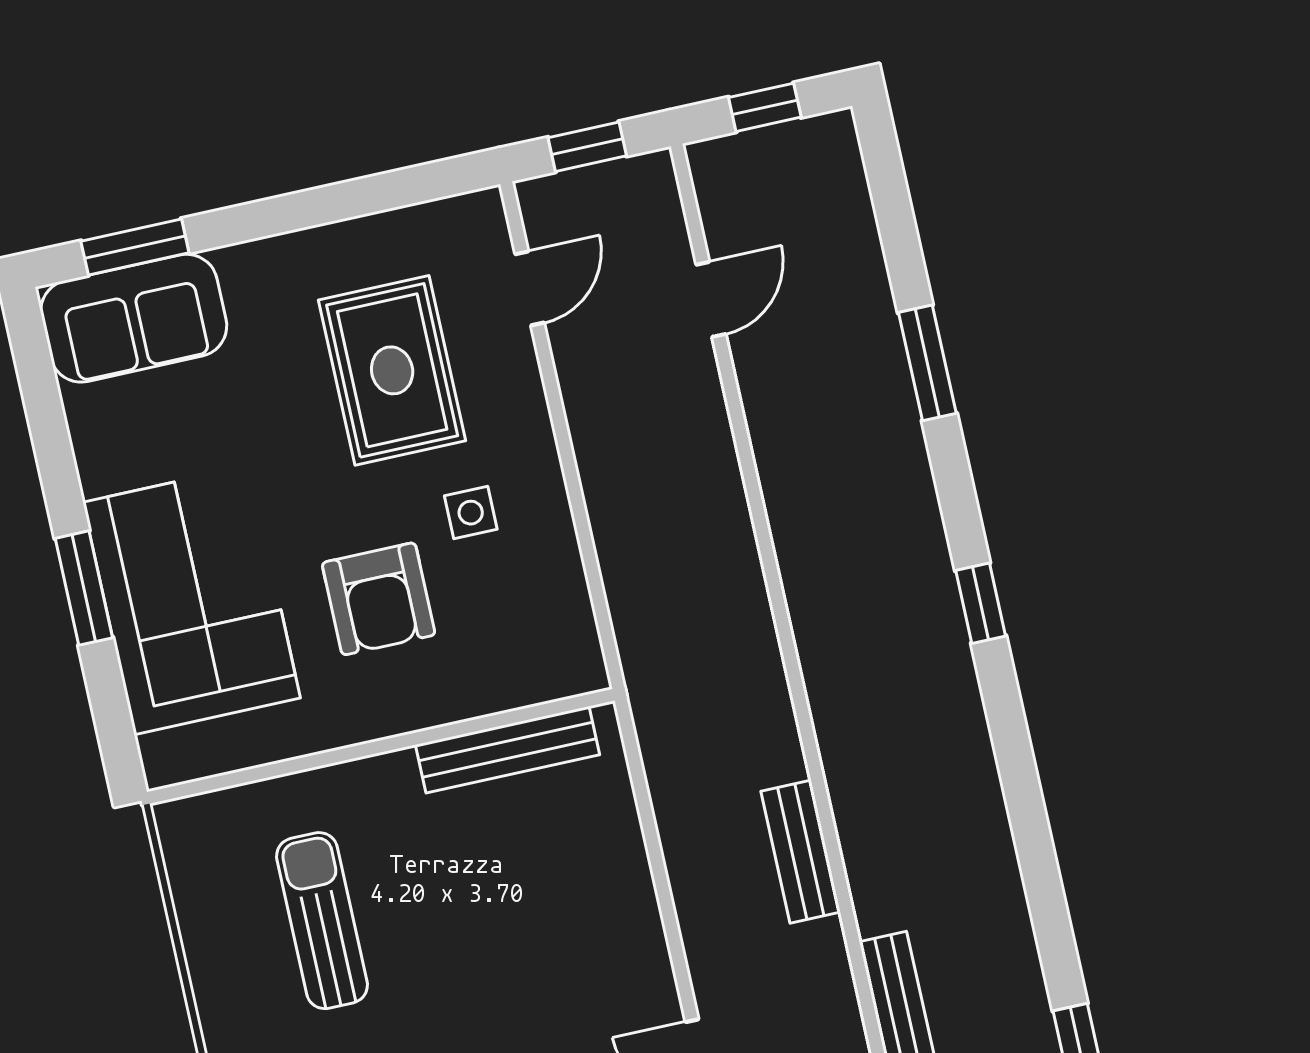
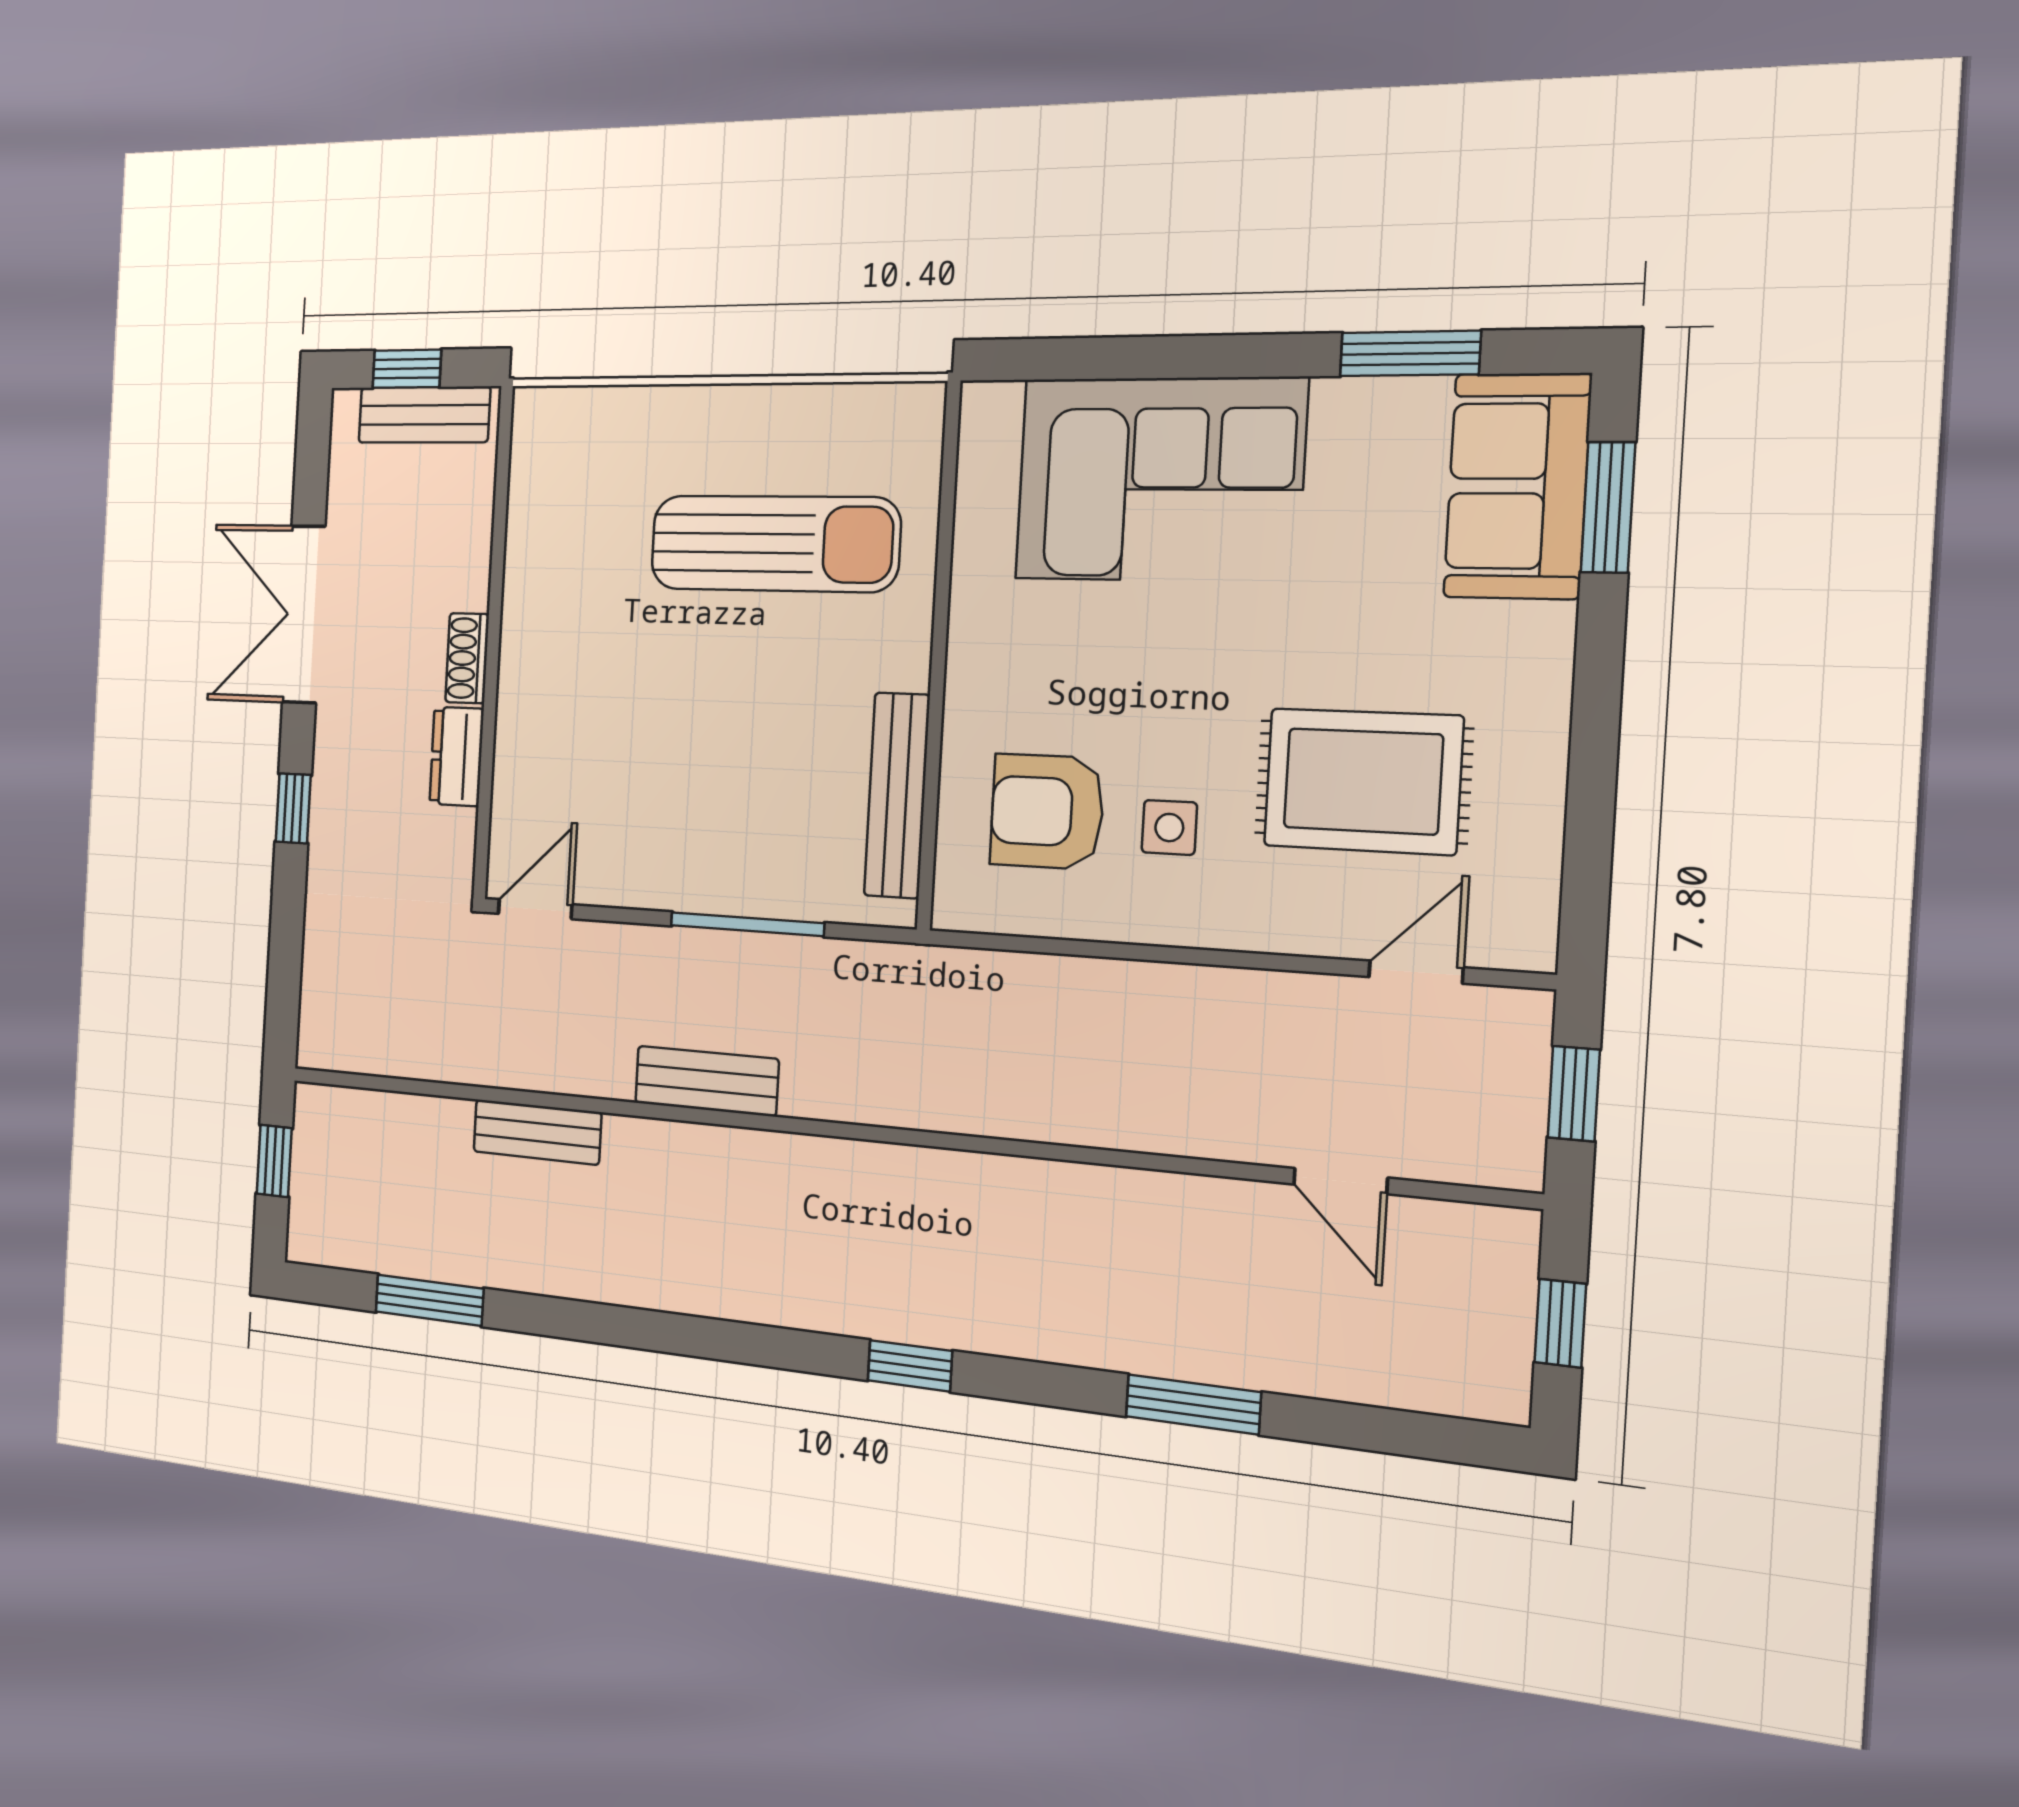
door: (530, 288) -> (1416, 972), swing flipped
window: (84, 588) -> (1410, 354), moved
armchair: (379, 599) -> (1047, 812), moved
window: (655, 853) -> (747, 924), added
sun lounger: (322, 921) -> (774, 544), width x1.36, depth x1.34

